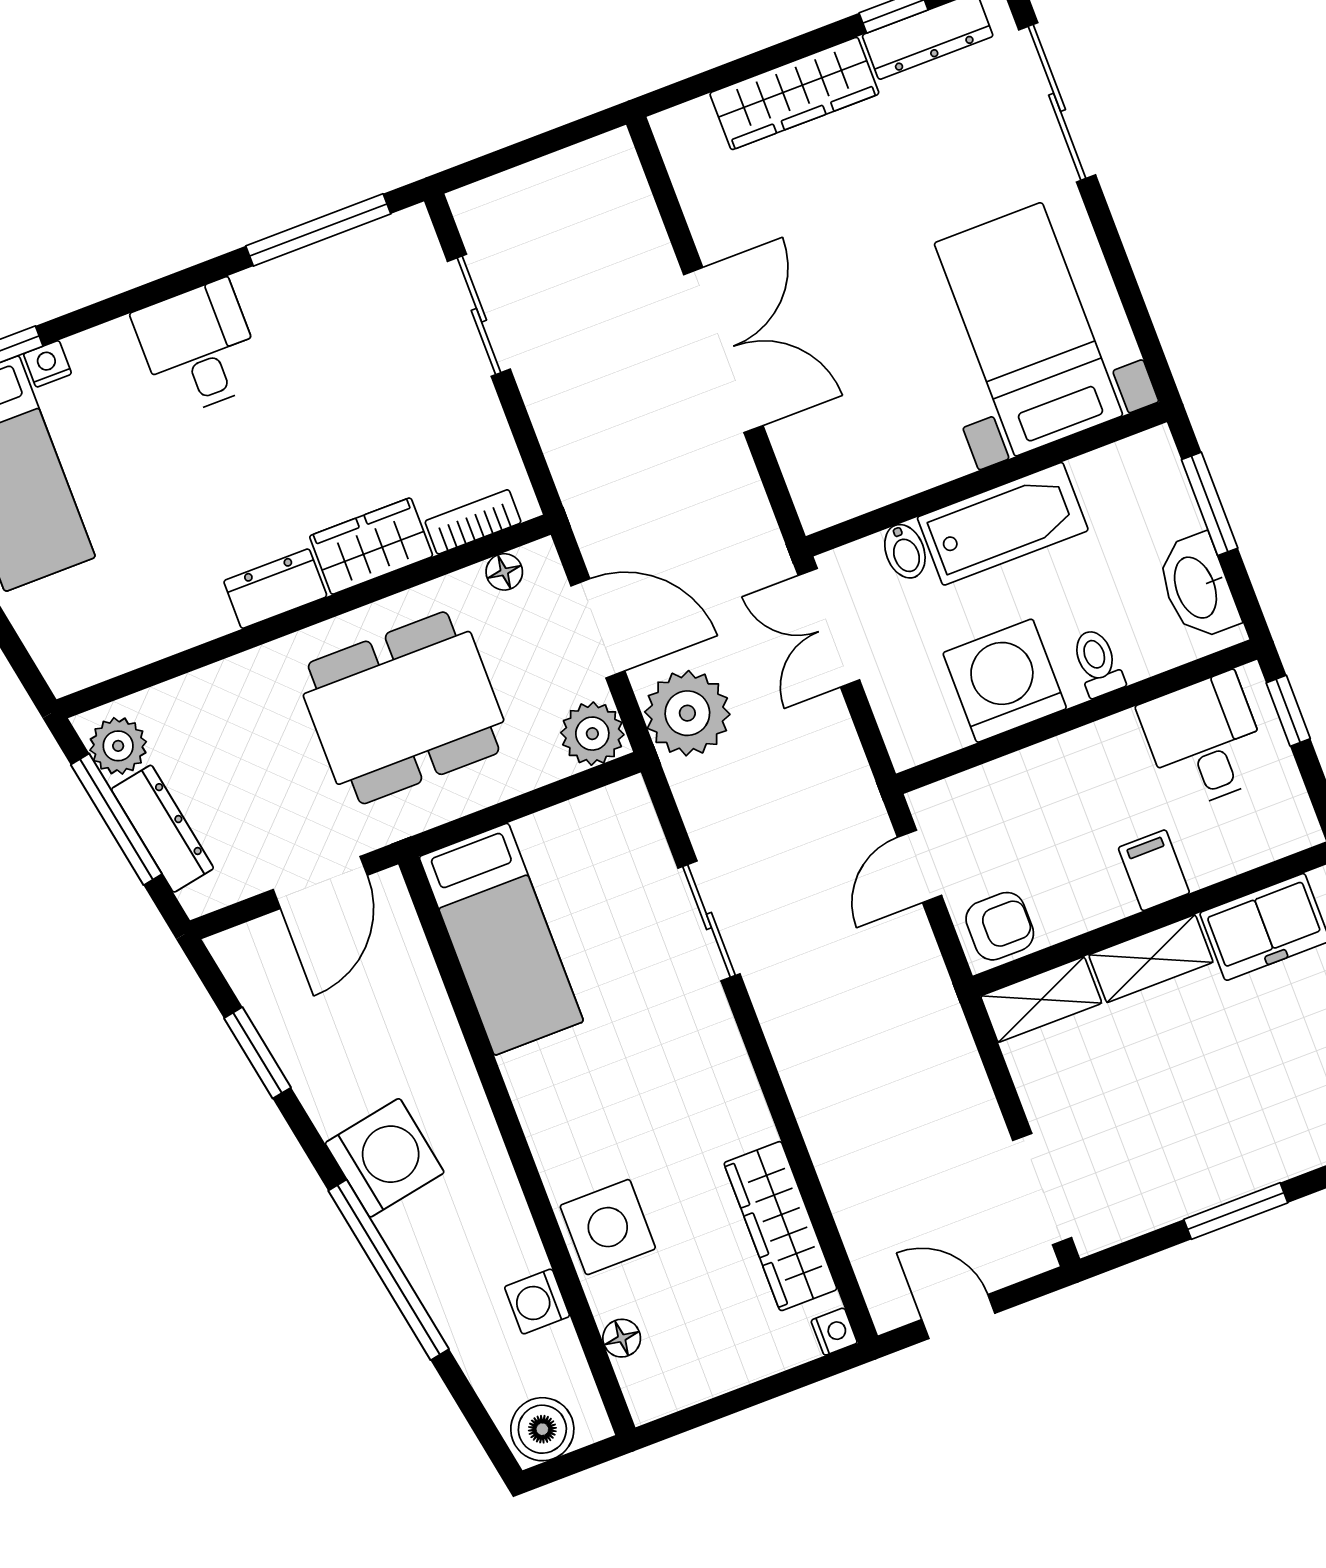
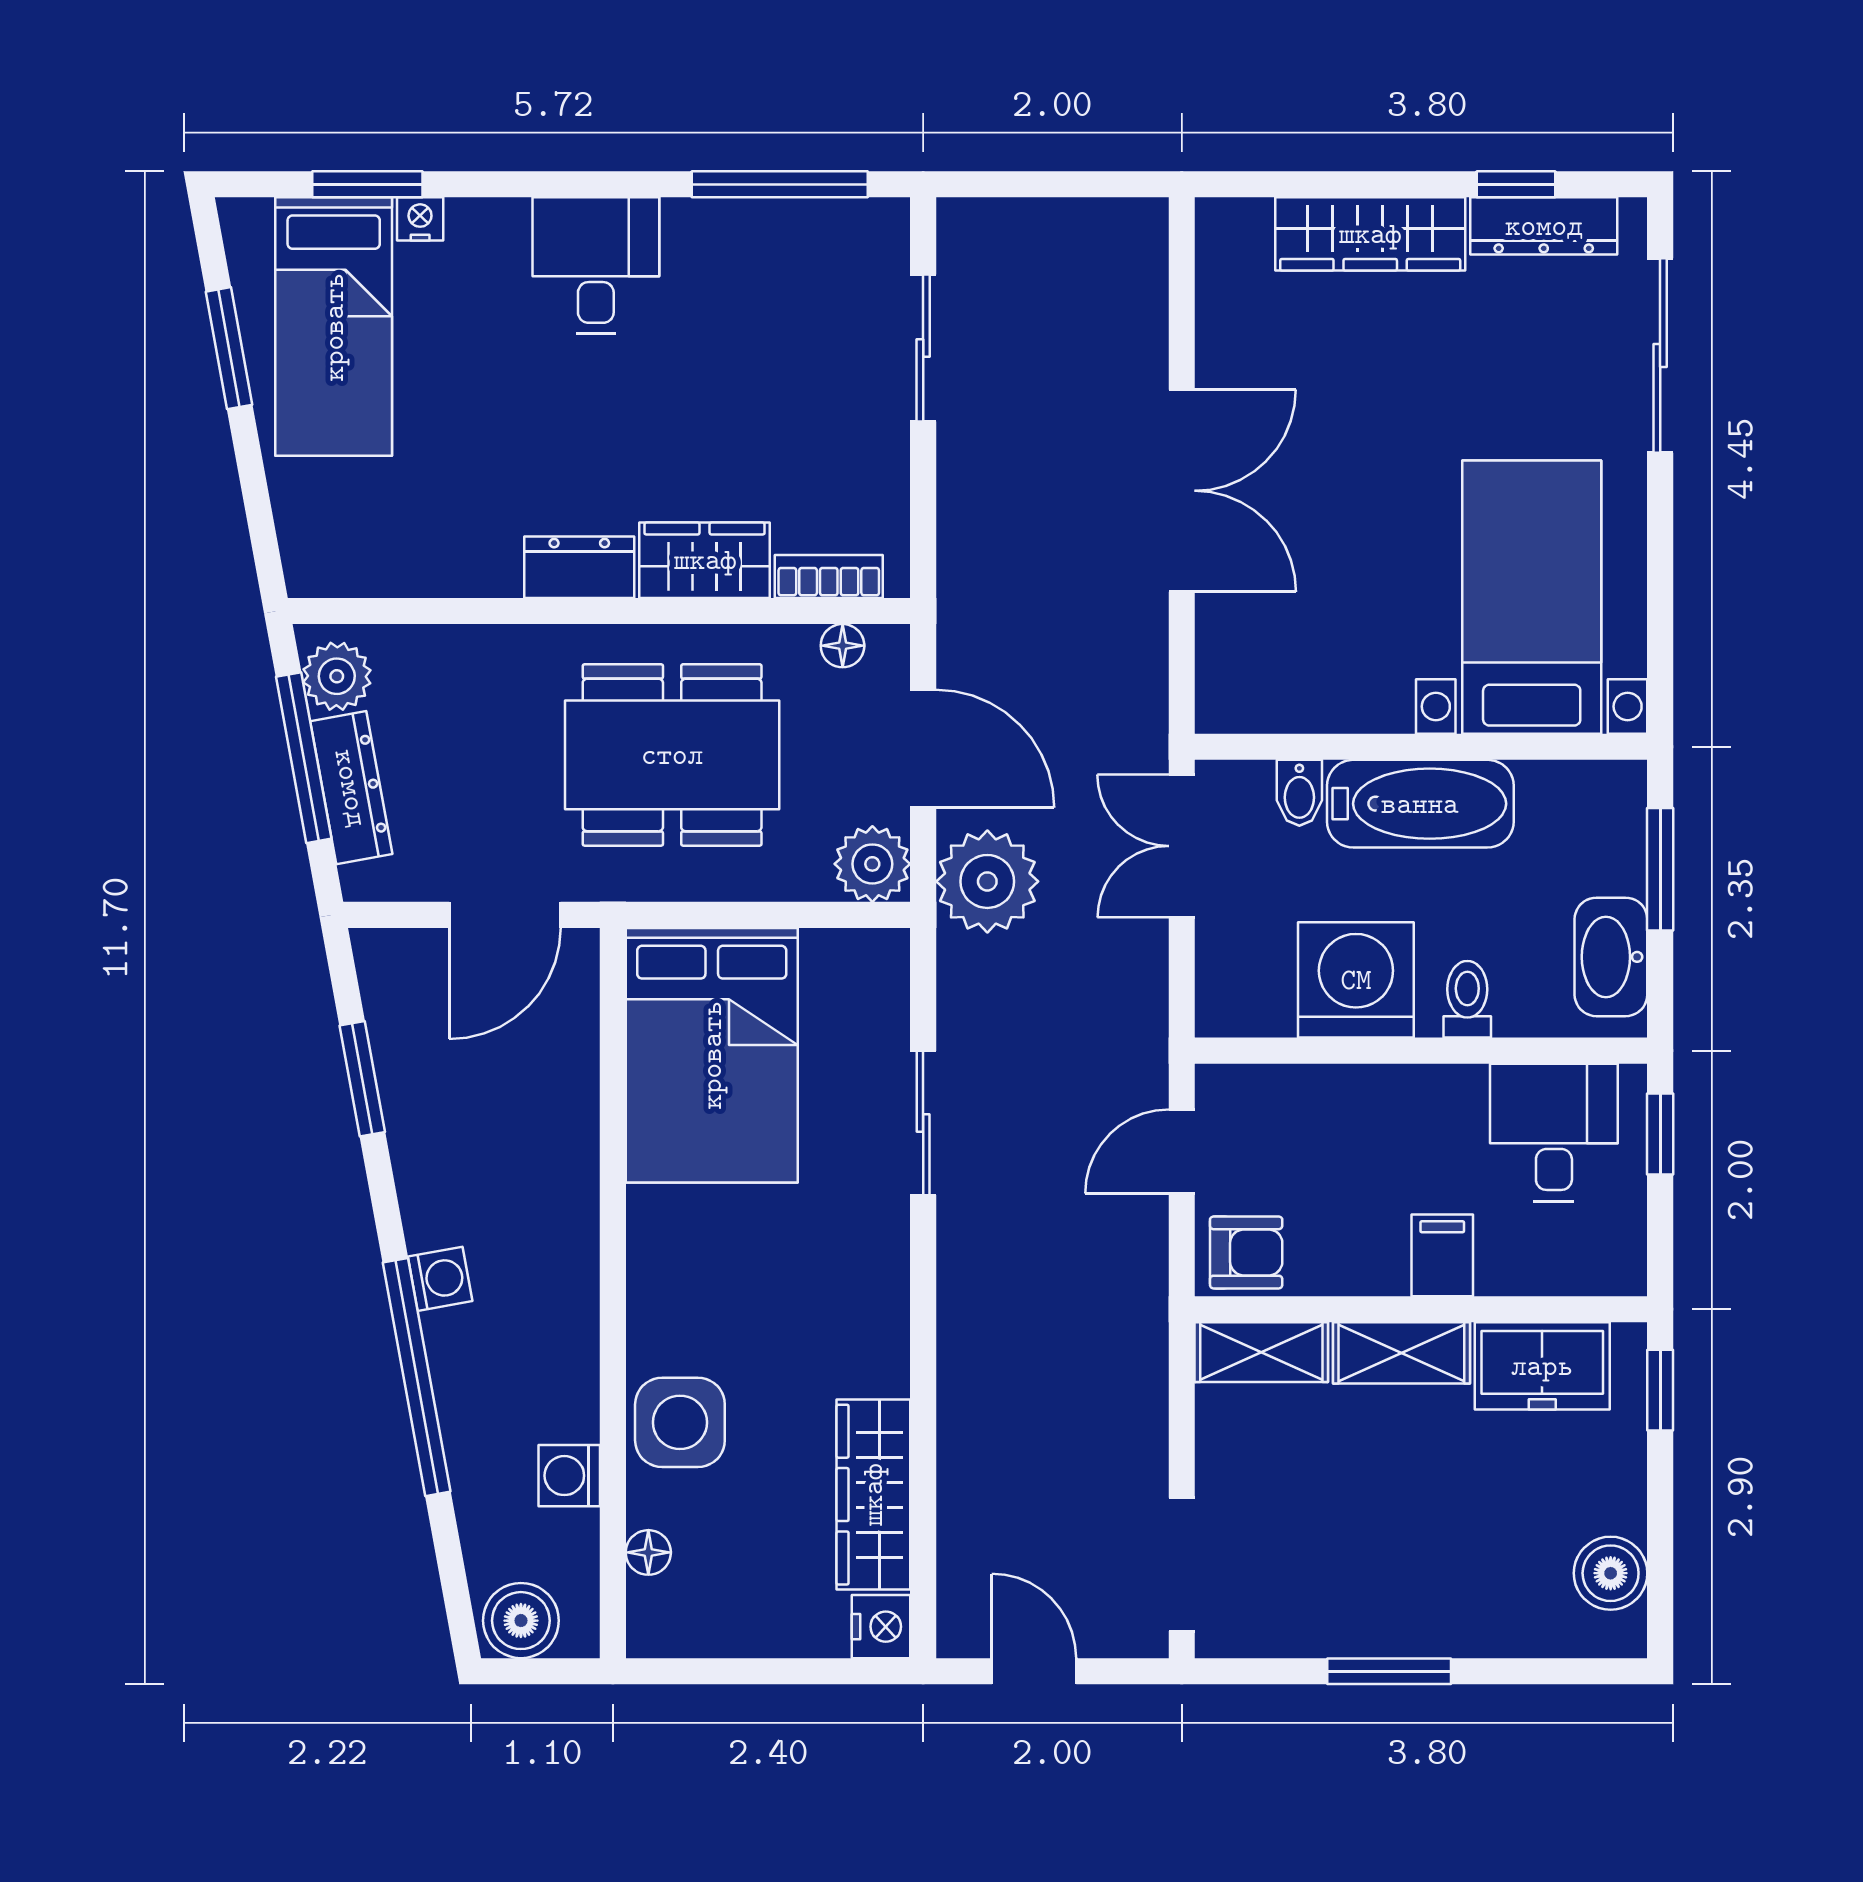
bed: (501, 939) -> (712, 1055), width x1.50
washing machine: (385, 1158) -> (440, 1279), width x0.53, depth x0.53
nightstand: (834, 1332) -> (881, 1627), width x1.39, depth x1.35

